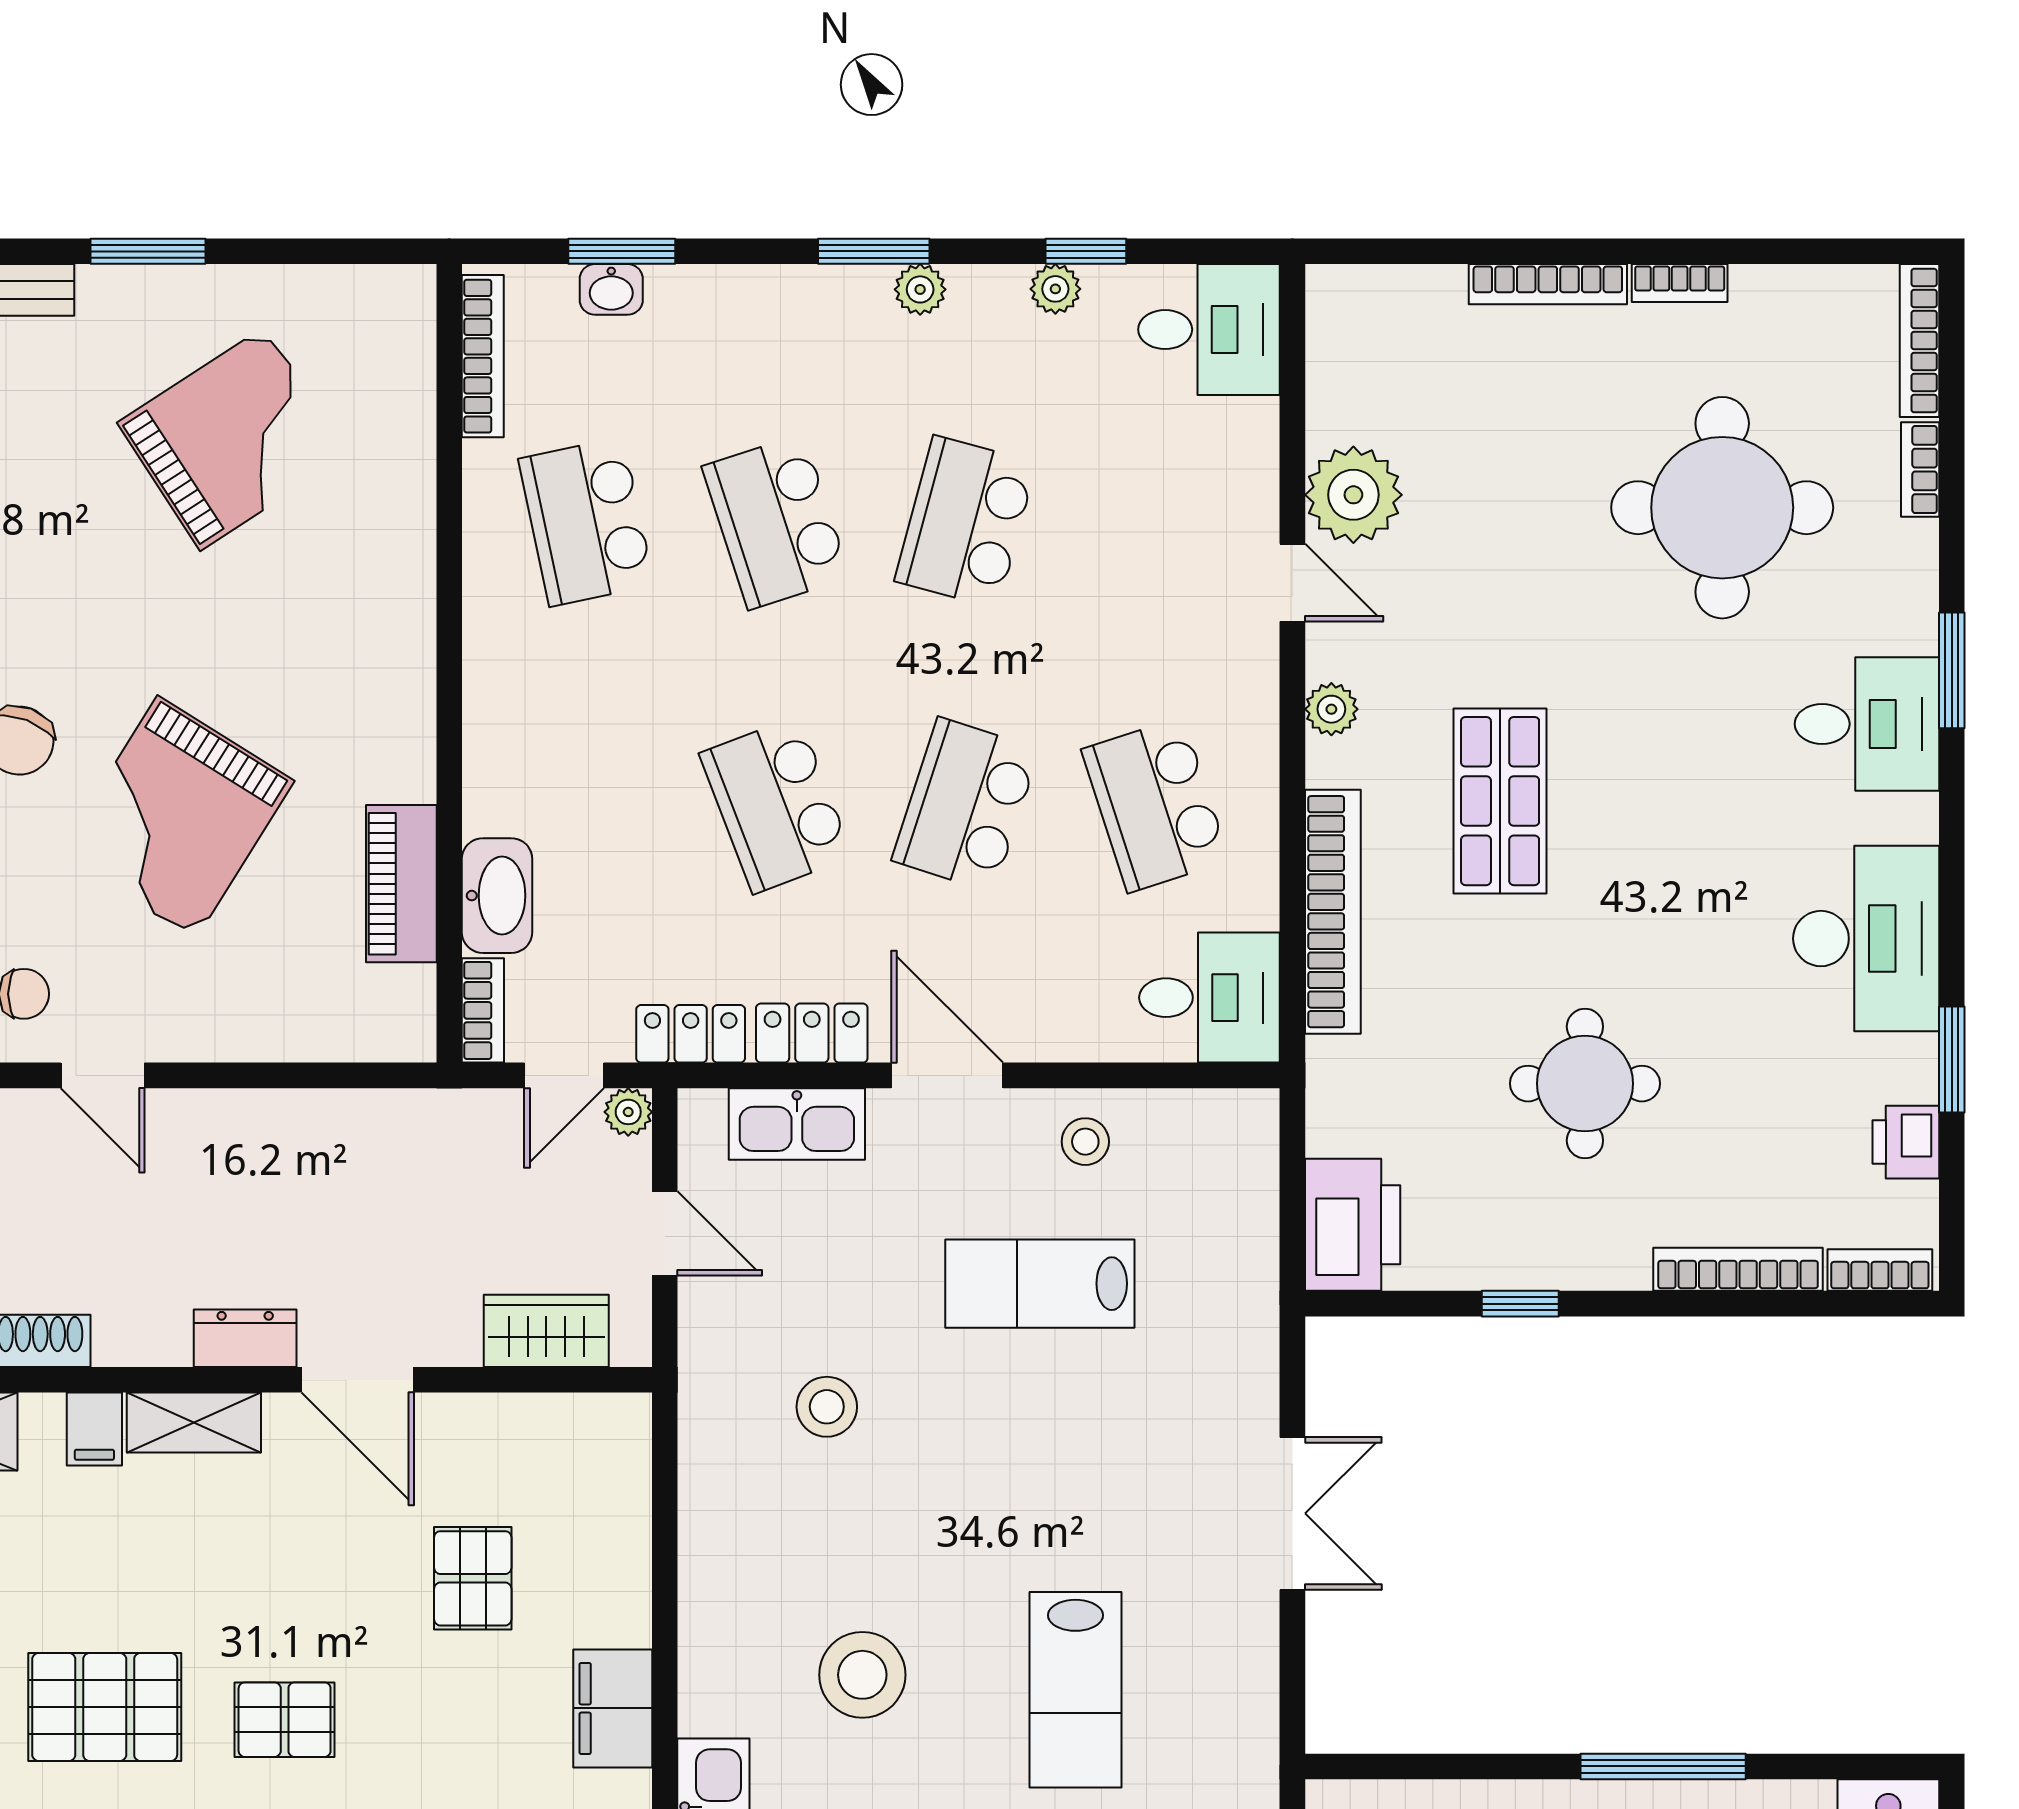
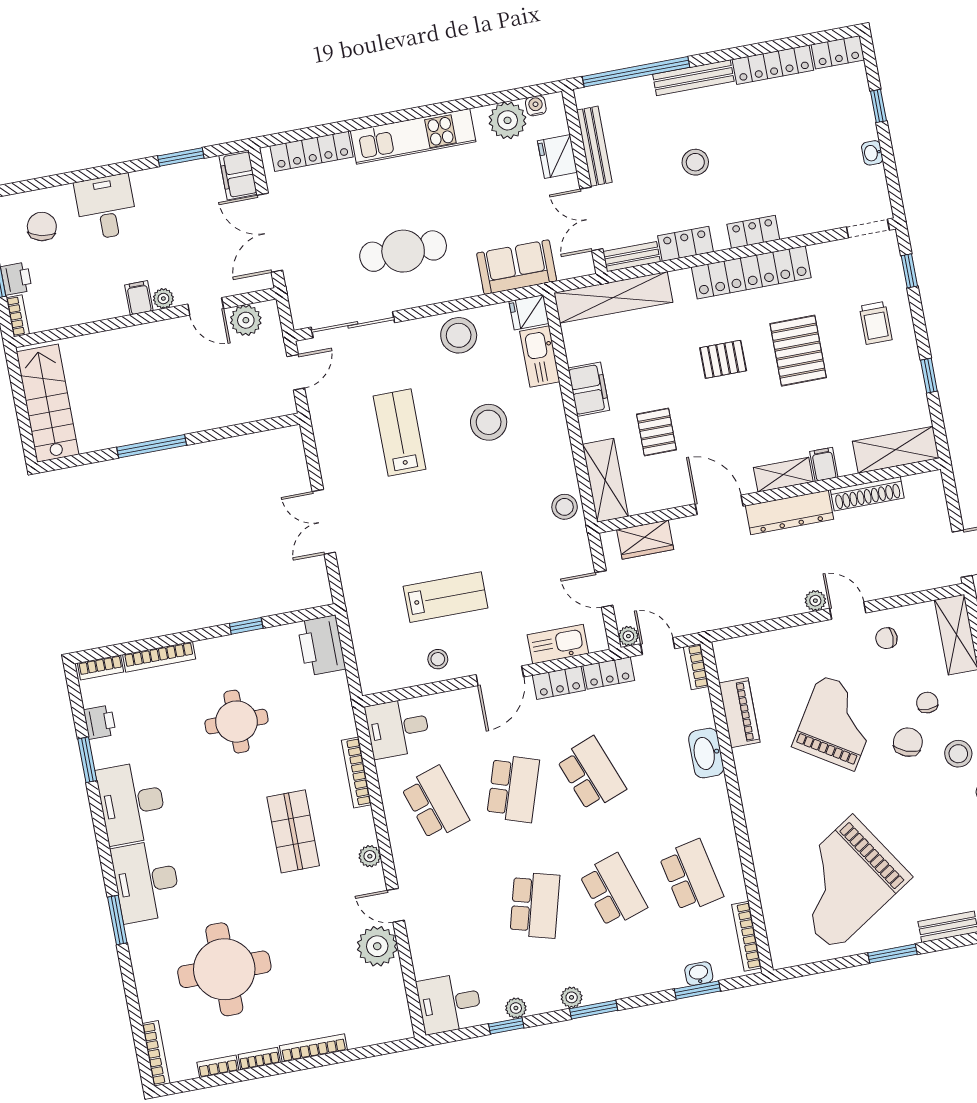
grand piano: (233, 439) -> (843, 883), width x1.37, depth x1.48
bookcase: (1920, 470) -> (218, 1066), moved, turned -90
desk: (1867, 724) -> (146, 881), width x1.37
washbasin: (497, 896) -> (706, 753), moved
bookcase: (1333, 912) -> (356, 772), width x0.68, depth x0.76
door: (564, 1075) -> (658, 646), hinge flipped
door: (947, 1075) -> (500, 676), hinge flipped
plant: (174, 1113) -> (815, 601), added
dresser: (245, 1338) -> (790, 512), width x1.96, depth x1.24
stool: (827, 1407) -> (565, 507), moved
shelving: (614, 1488) -> (605, 480), added
pallet: (105, 1707) -> (798, 351), turned 90

